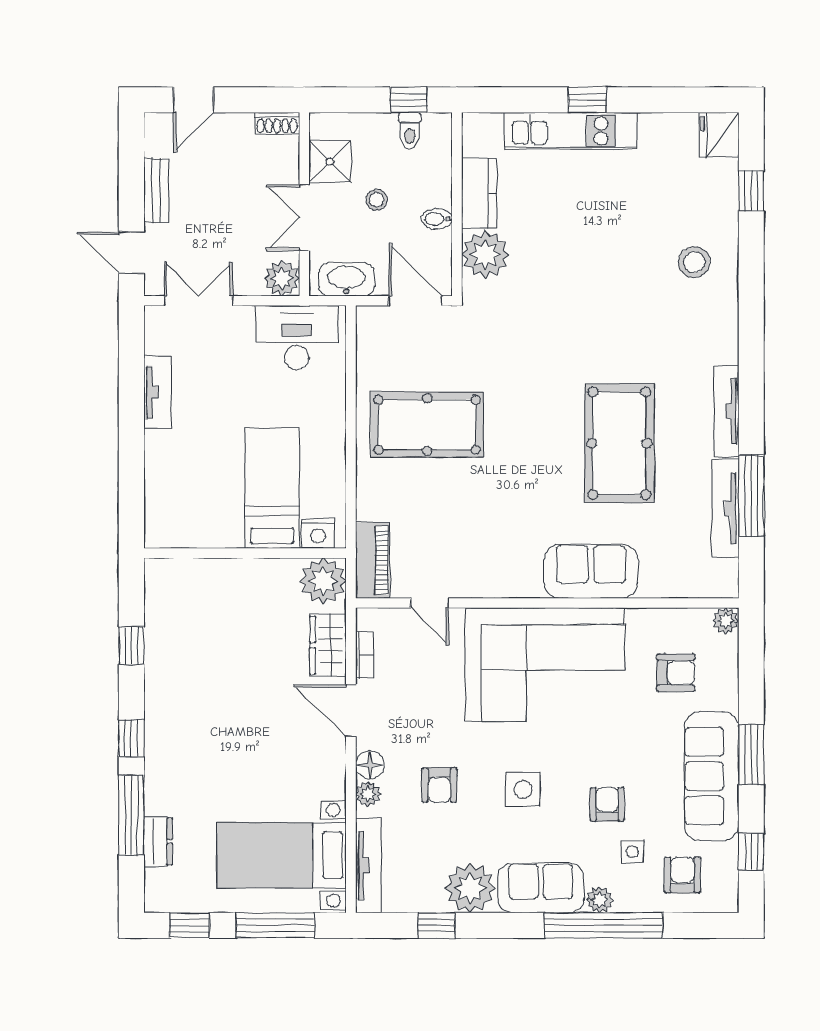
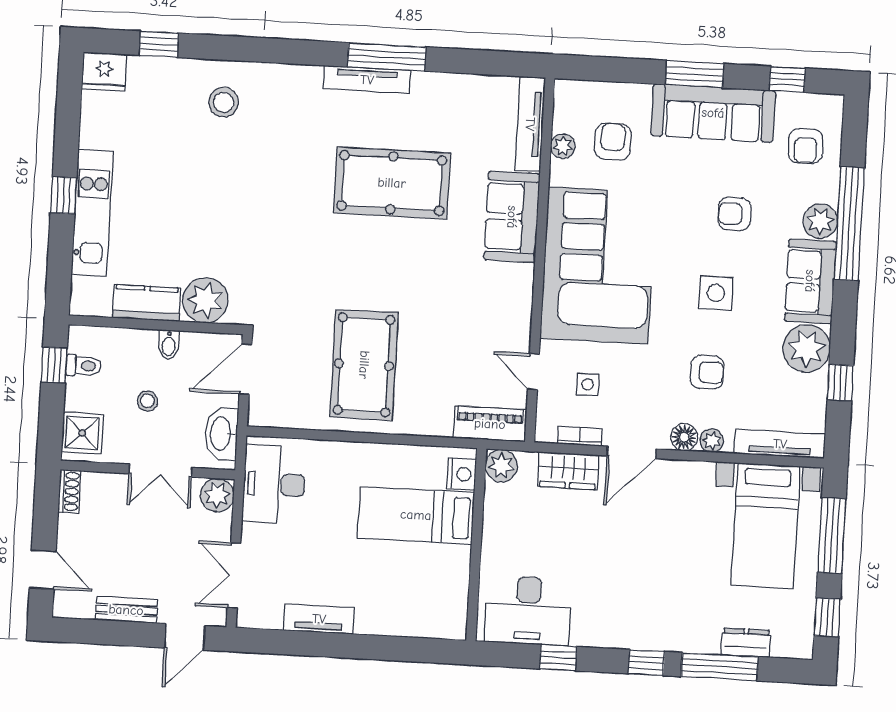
shower: (330, 162) -> (82, 433), moved
window: (751, 496) -> (387, 57), moved
tv unit: (725, 509) -> (530, 124), moved, turned 90
plant: (323, 581) -> (501, 466), width x0.73, depth x0.73
door: (430, 603) -> (533, 372), swing flipped
desk: (179, 611) -> (528, 611), added
plant: (726, 621) -> (563, 146), moved
side table: (632, 852) -> (588, 384), moved
armchair: (682, 875) -> (806, 146), turned -90
plant: (600, 900) -> (820, 221), width x1.38, depth x1.38

